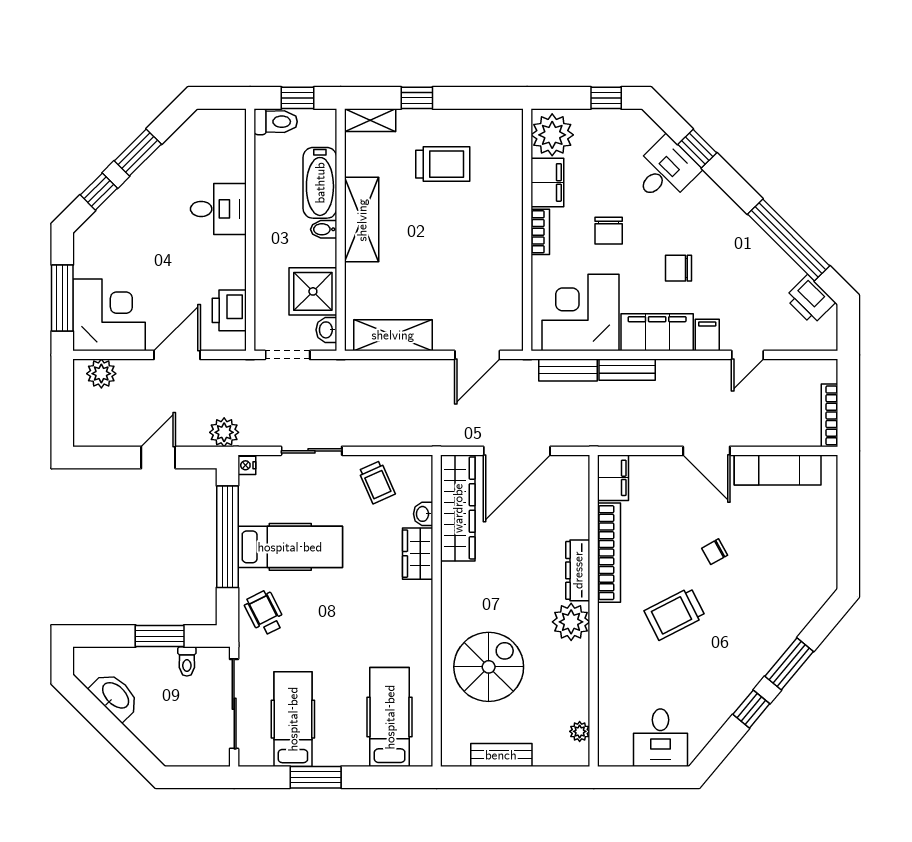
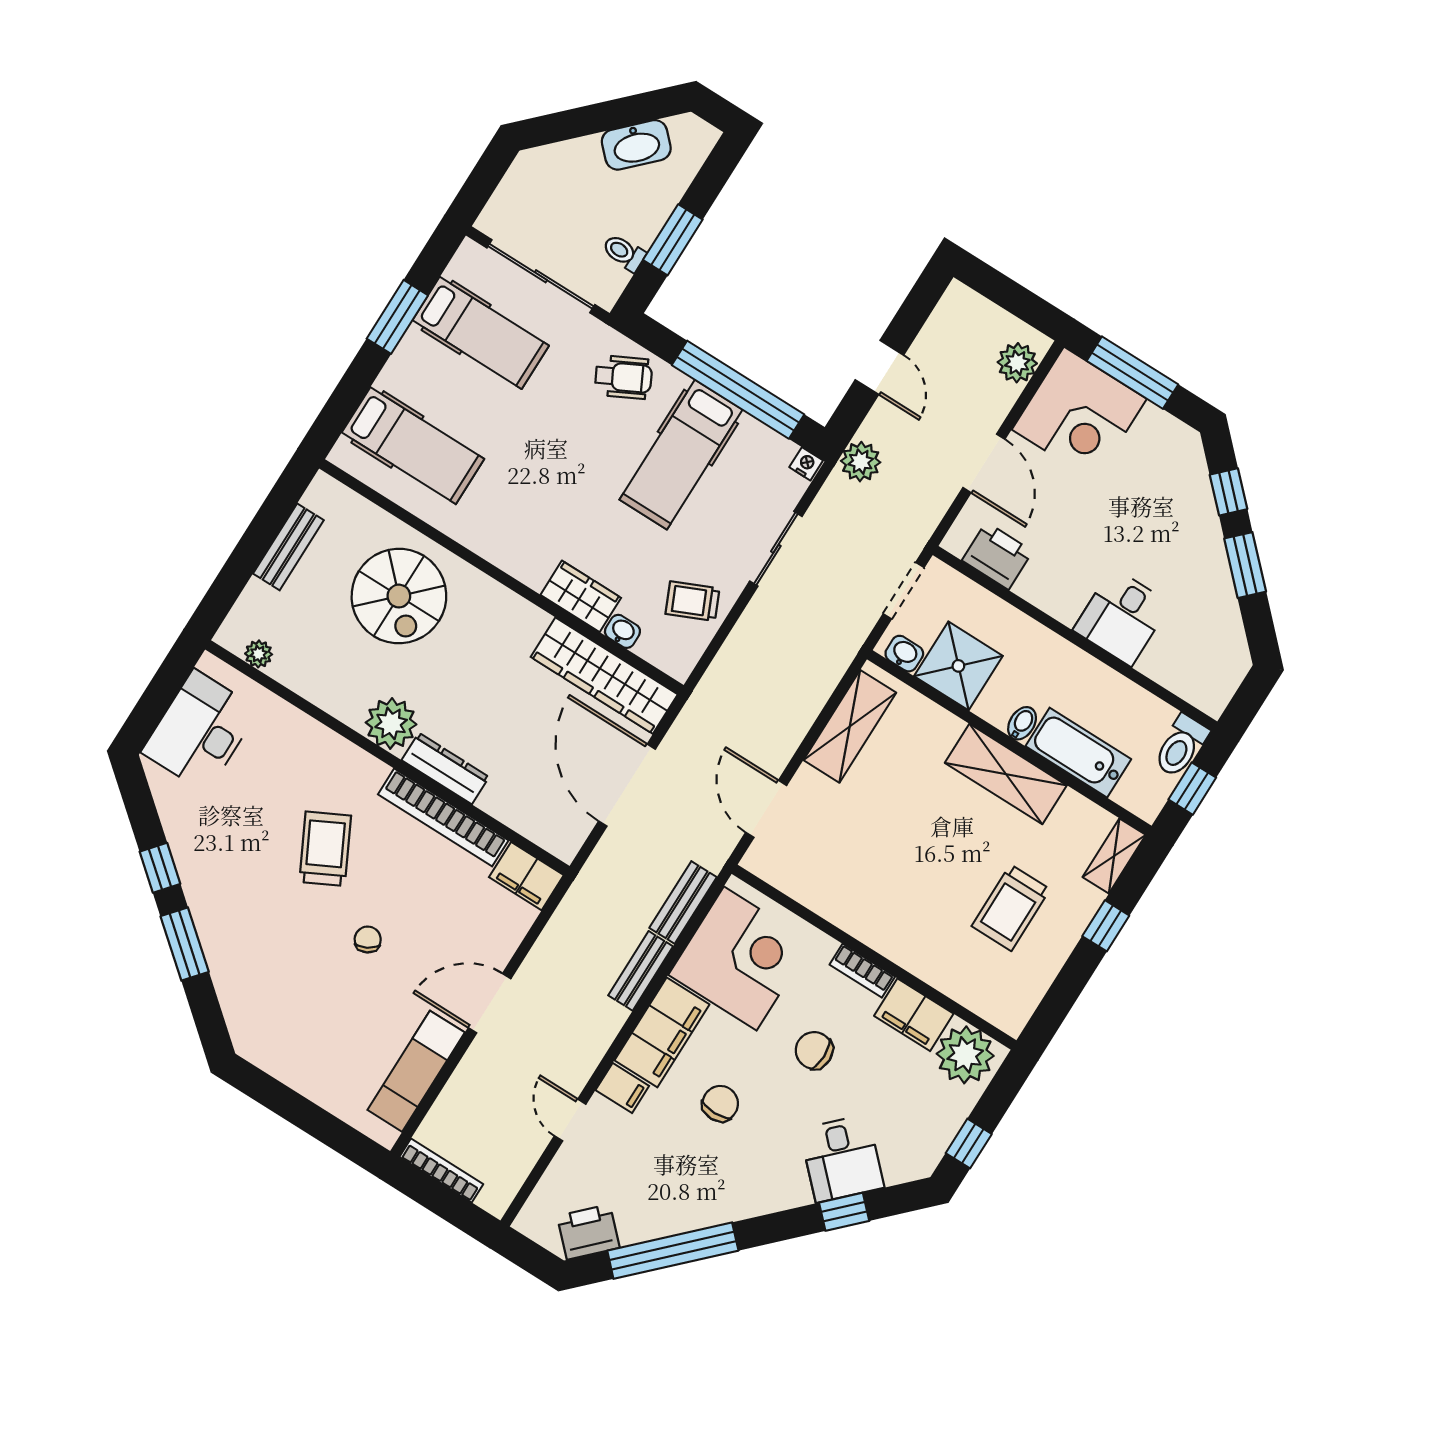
desk: (660, 738) -> (200, 731), width x1.37

